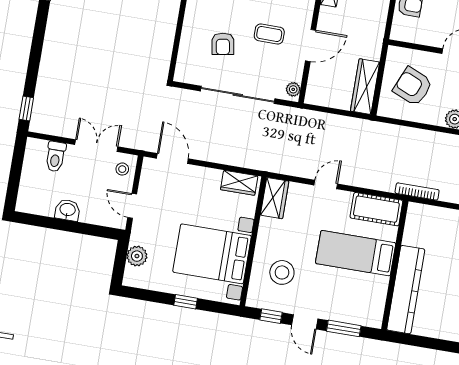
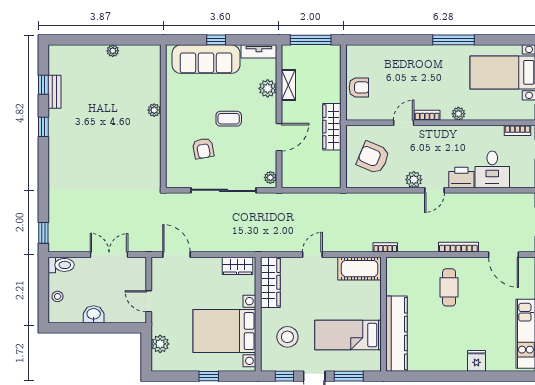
coffee table: (269, 34) -> (229, 119), moved
wardrobe: (365, 87) -> (332, 127), moved
toilet: (55, 157) -> (61, 265), moved, turned -90
stool: (122, 169) -> (58, 296), moved
bookcase: (417, 191) -> (385, 247), width x0.64
wardrobe: (275, 198) -> (270, 282), width x1.50
bed: (356, 253) -> (348, 335), moved

